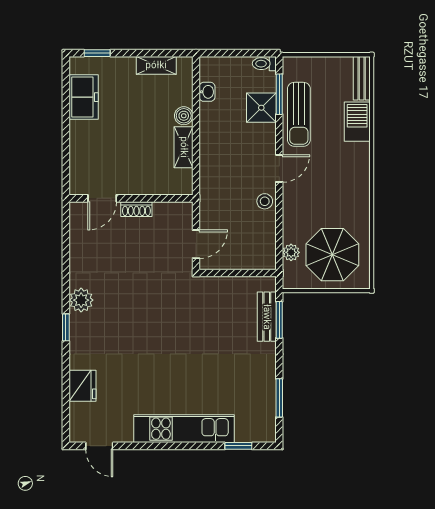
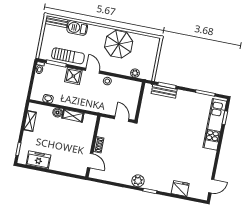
shower: (261, 108) -> (73, 76), moved
parasol: (332, 255) -> (119, 44), moved
kitchen unit: (184, 429) -> (215, 124), moved

